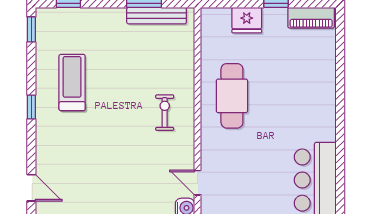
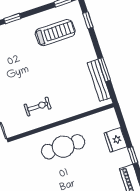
treadmill: (72, 82) -> (55, 33), moved

